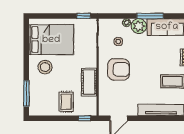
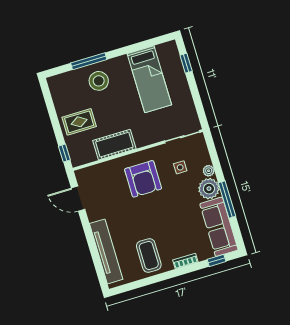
window: (84, 16) -> (186, 63), moved
bed: (51, 40) -> (149, 79), width x0.67
stool: (45, 67) -> (99, 81), moved
window: (26, 93) -> (89, 61), moved

